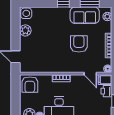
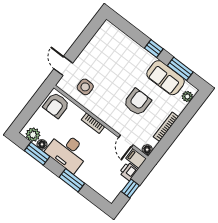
side table: (26, 13) -> (85, 87), moved
plant: (25, 30) -> (94, 47), removed

